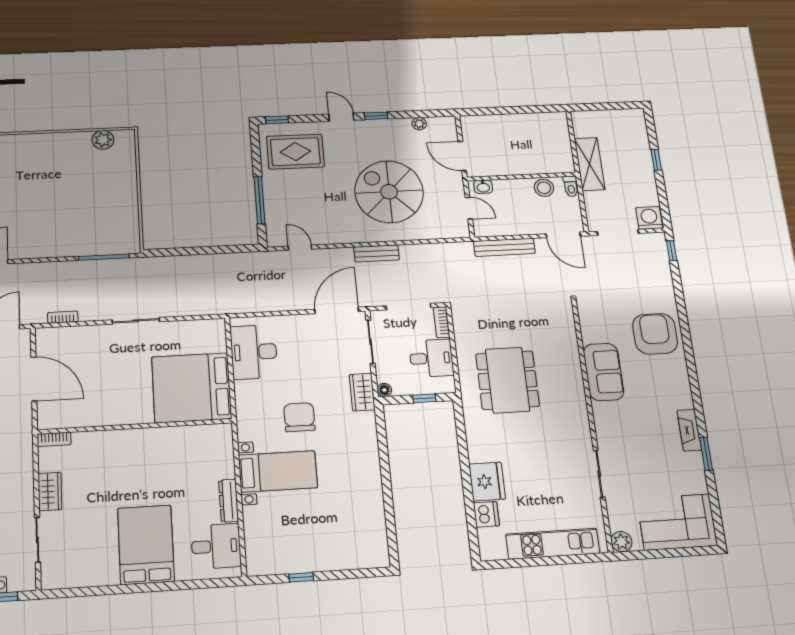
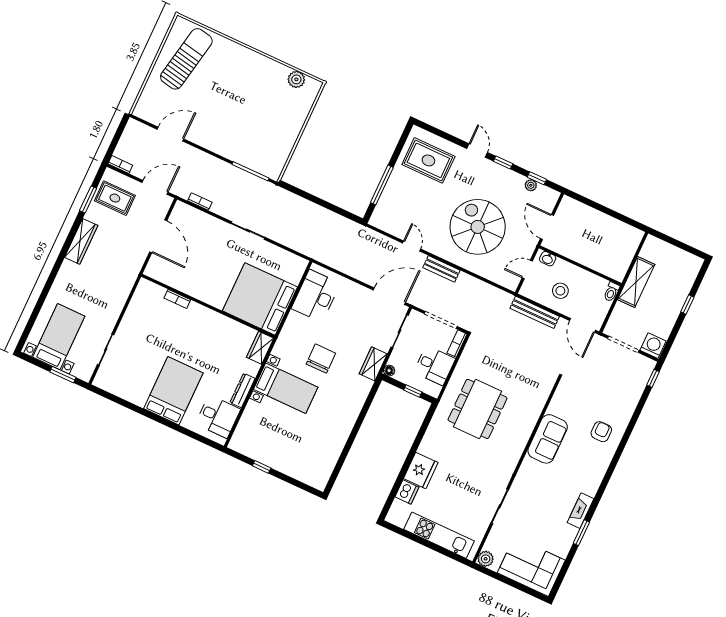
window: (277, 120) -> (537, 178), moved
stool: (544, 188) -> (560, 291), moved
door: (469, 208) -> (527, 270), swing flipped
door: (300, 248) -> (412, 246), moved
armchair: (655, 334) -> (601, 432), width x0.53, depth x0.53
bookcase: (54, 439) -> (177, 299), moved
wardrobe: (50, 491) -> (260, 348), moved, turned 180

